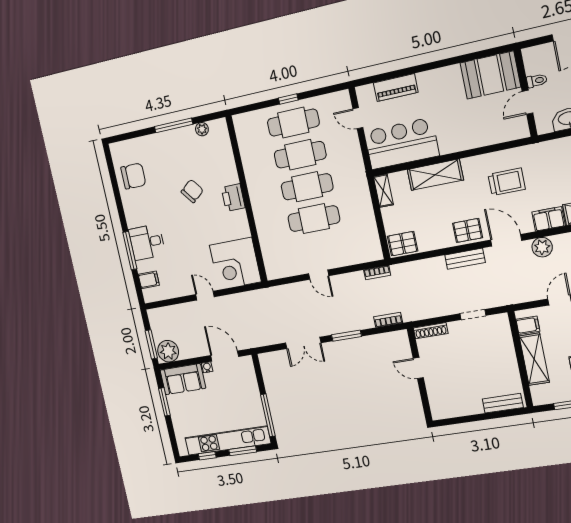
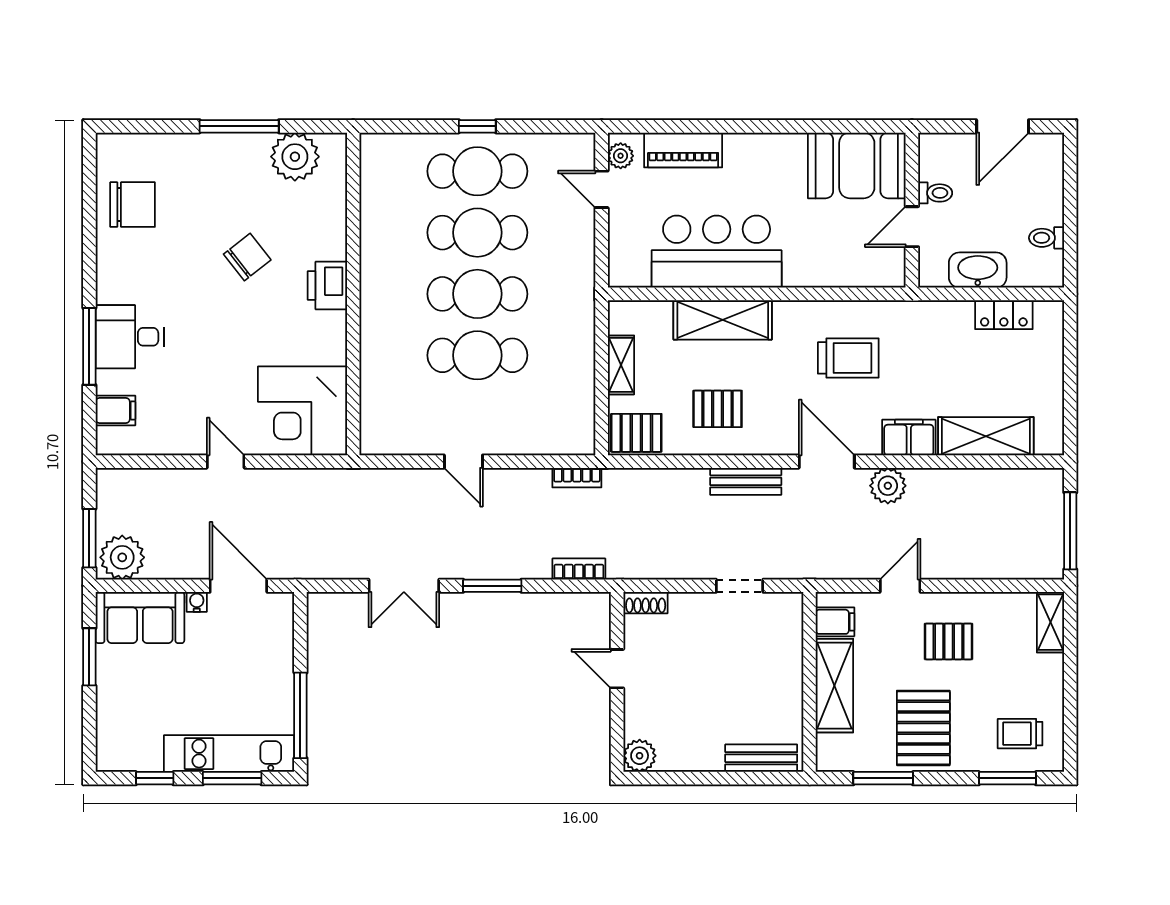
plant: (364, 98) -> (621, 156), added
plant: (202, 129) -> (295, 157), width x1.87, depth x1.87
bar counter: (402, 144) -> (717, 252), moved
shelving: (383, 191) -> (621, 365), moved
pallet: (468, 230) -> (718, 409), moved
shoe rack: (431, 331) -> (646, 603), width x0.70
plant: (439, 411) -> (640, 756), added
kitchen unit: (228, 441) -> (229, 754), width x0.73

